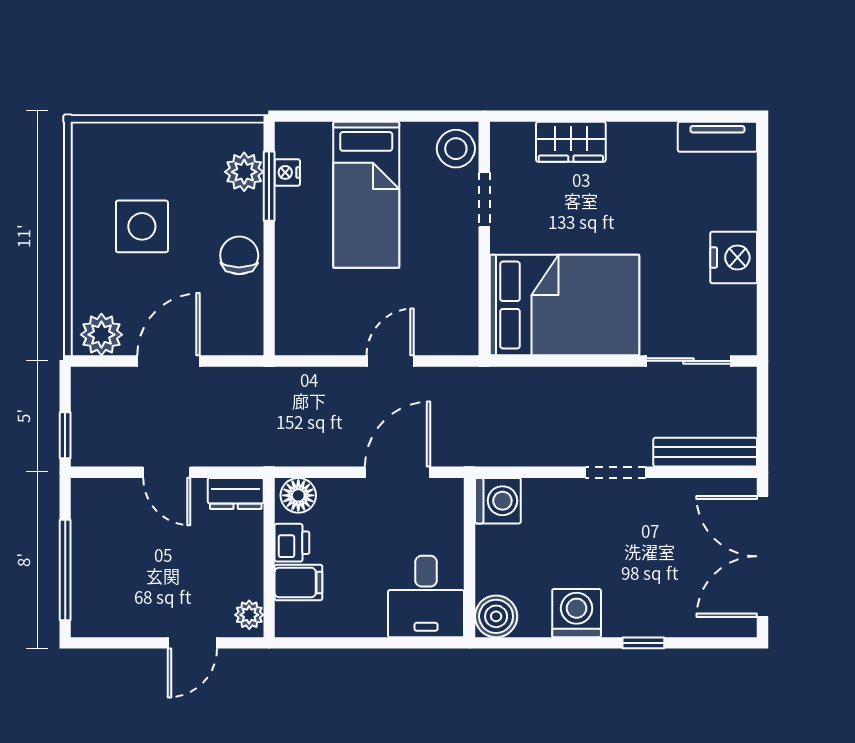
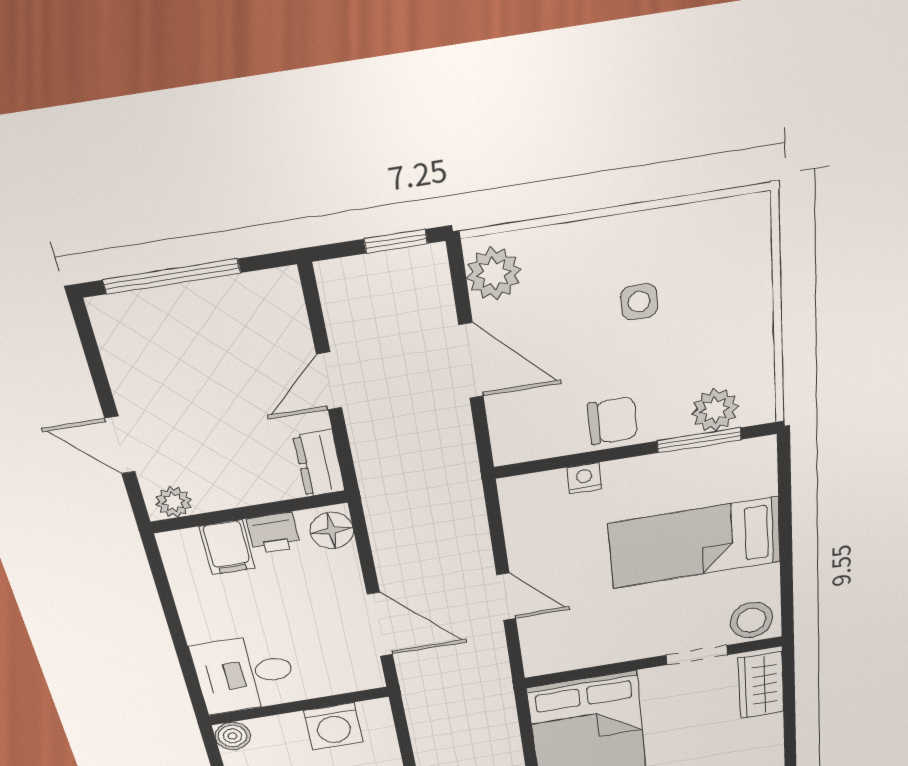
wardrobe: (571, 142) -> (761, 685), moved
nightstand: (287, 172) -> (584, 478), moved
side table: (142, 226) -> (639, 302), width x0.54, depth x0.54
window: (65, 435) -> (396, 241), moved
washing machine: (498, 501) -> (333, 726), moved
boiler: (496, 616) -> (233, 736), width x0.73, depth x0.73

